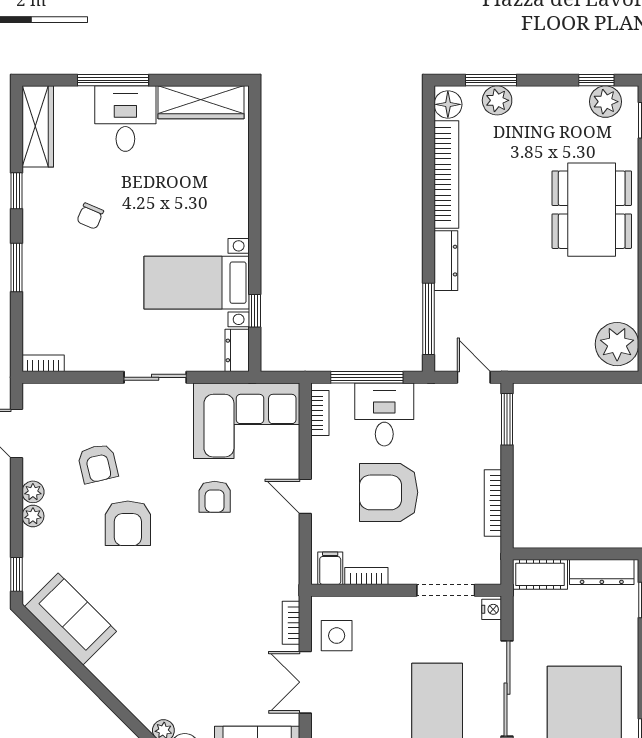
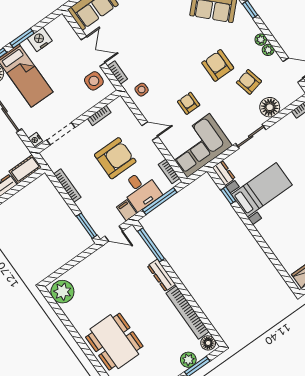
floor lamp: (93, 402) -> (270, 107), added
filing cabinet: (330, 568) -> (127, 210), moved, turned 180
side table: (272, 570) -> (142, 90), added

